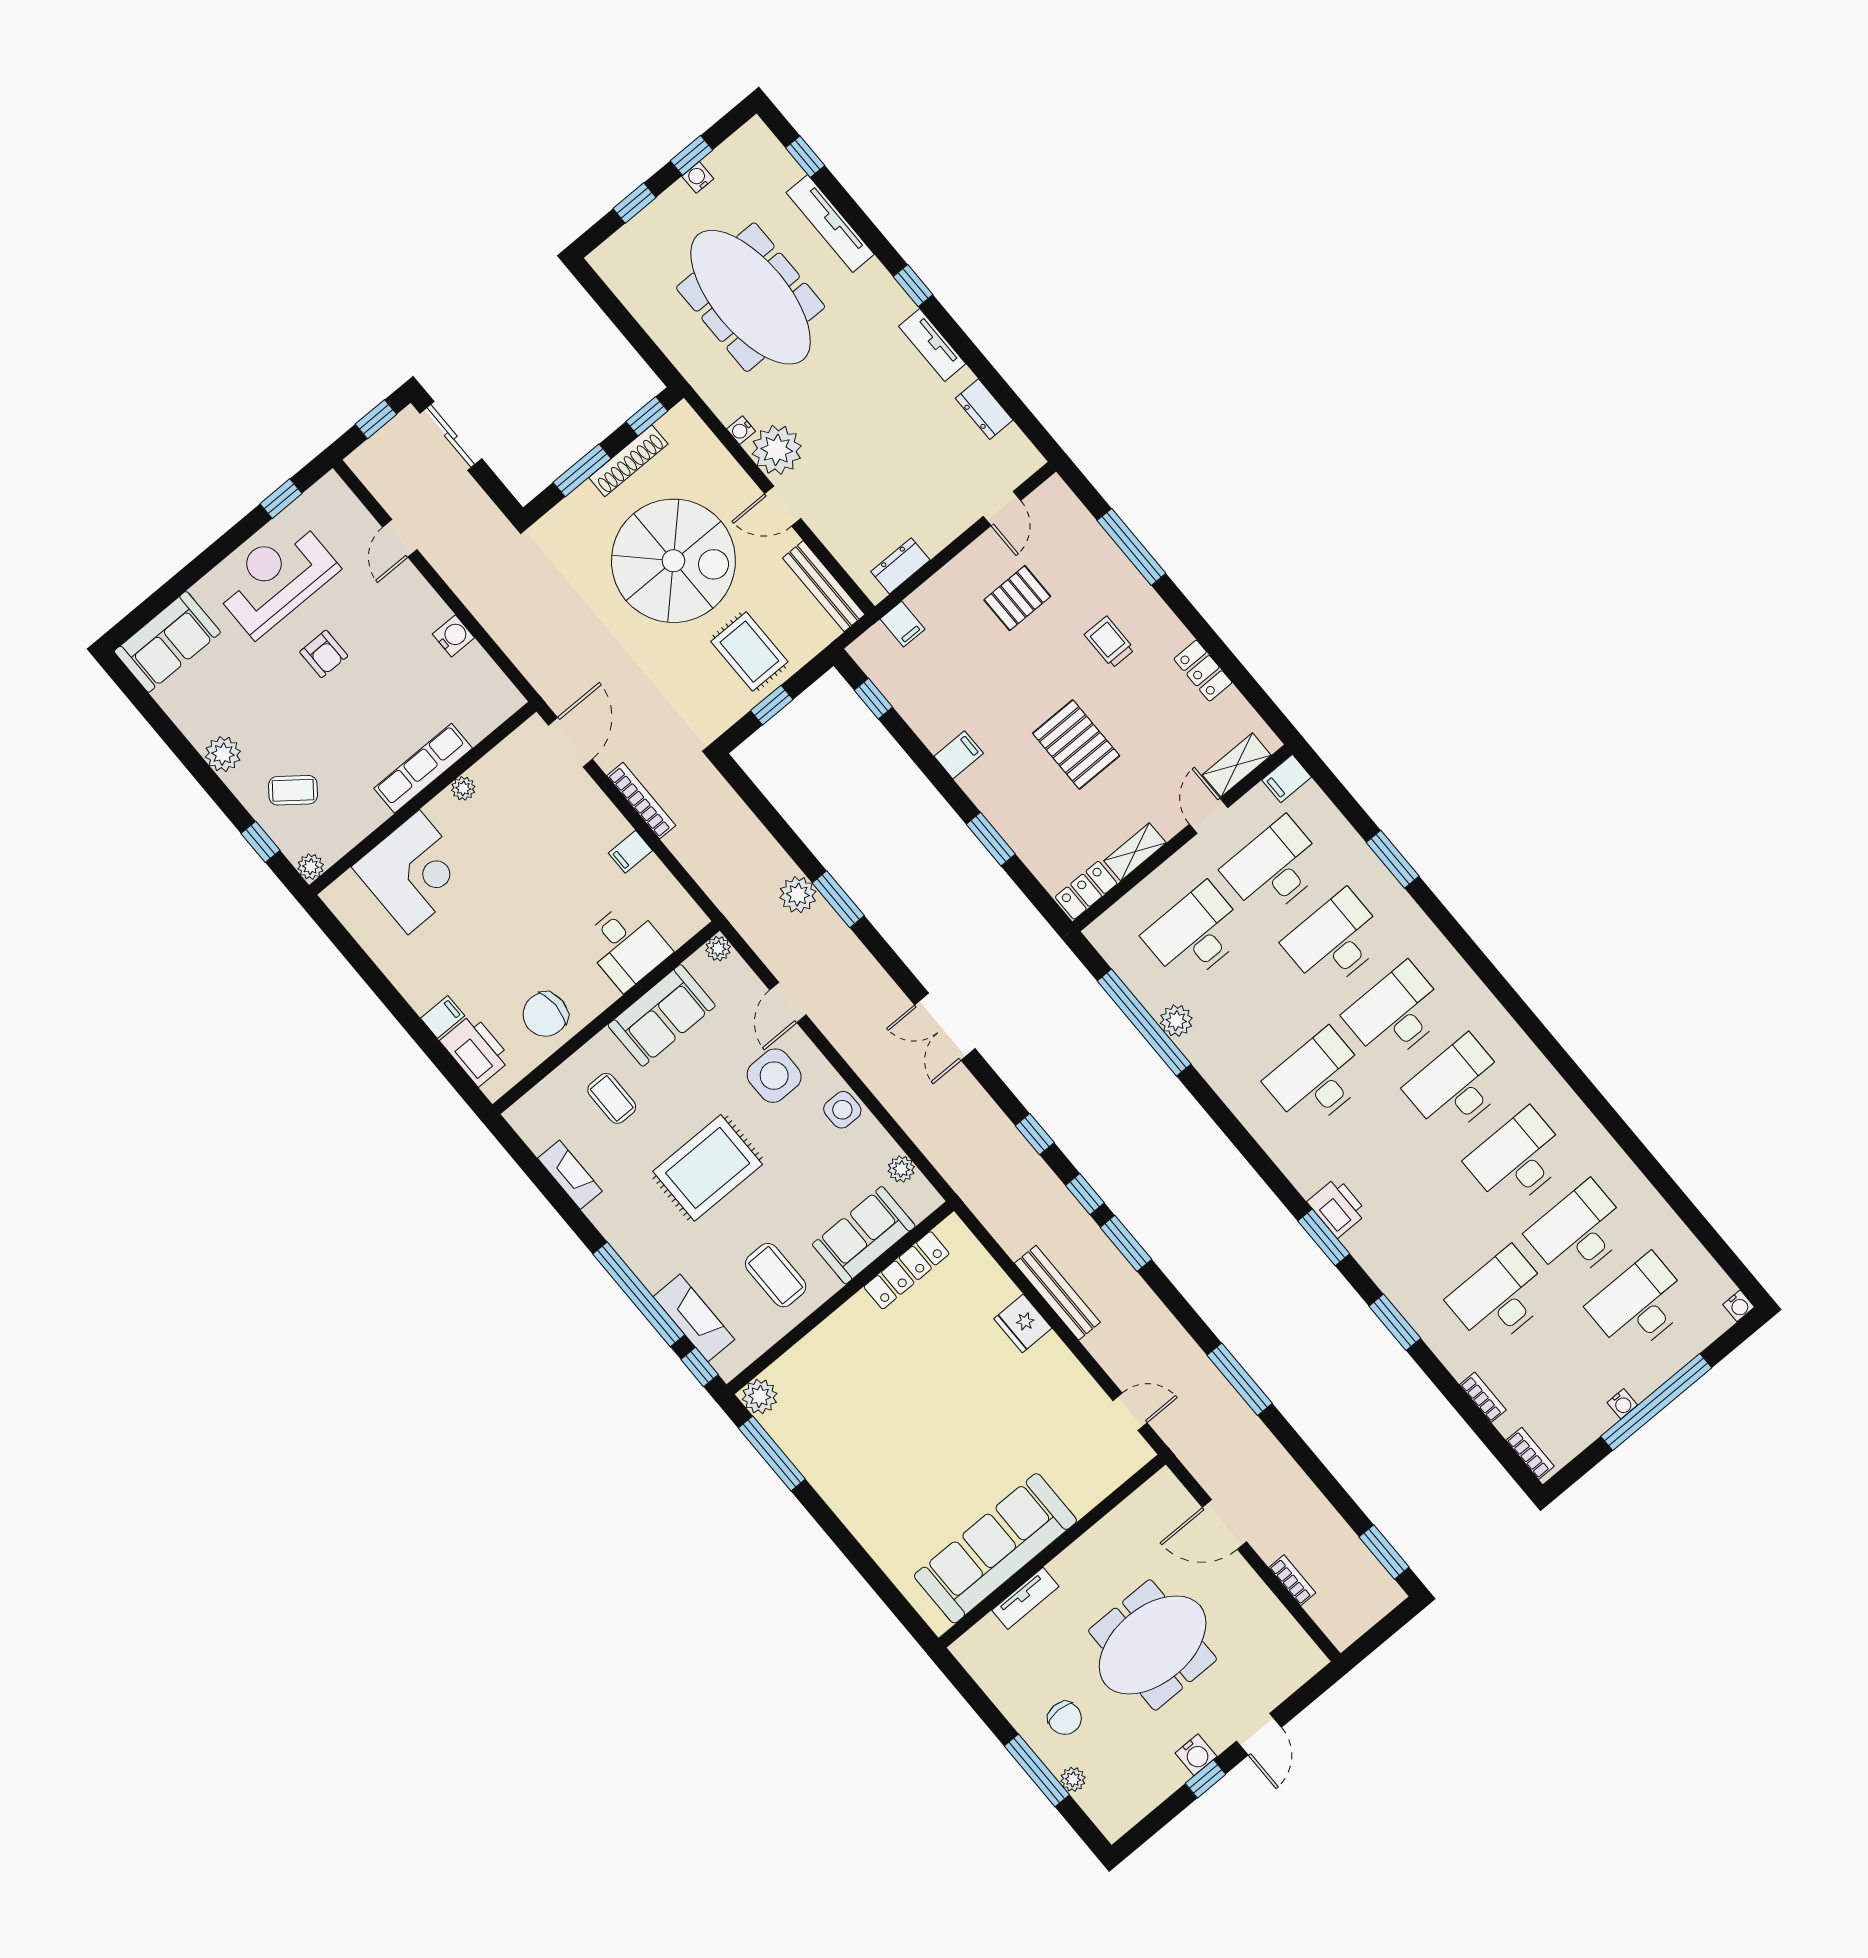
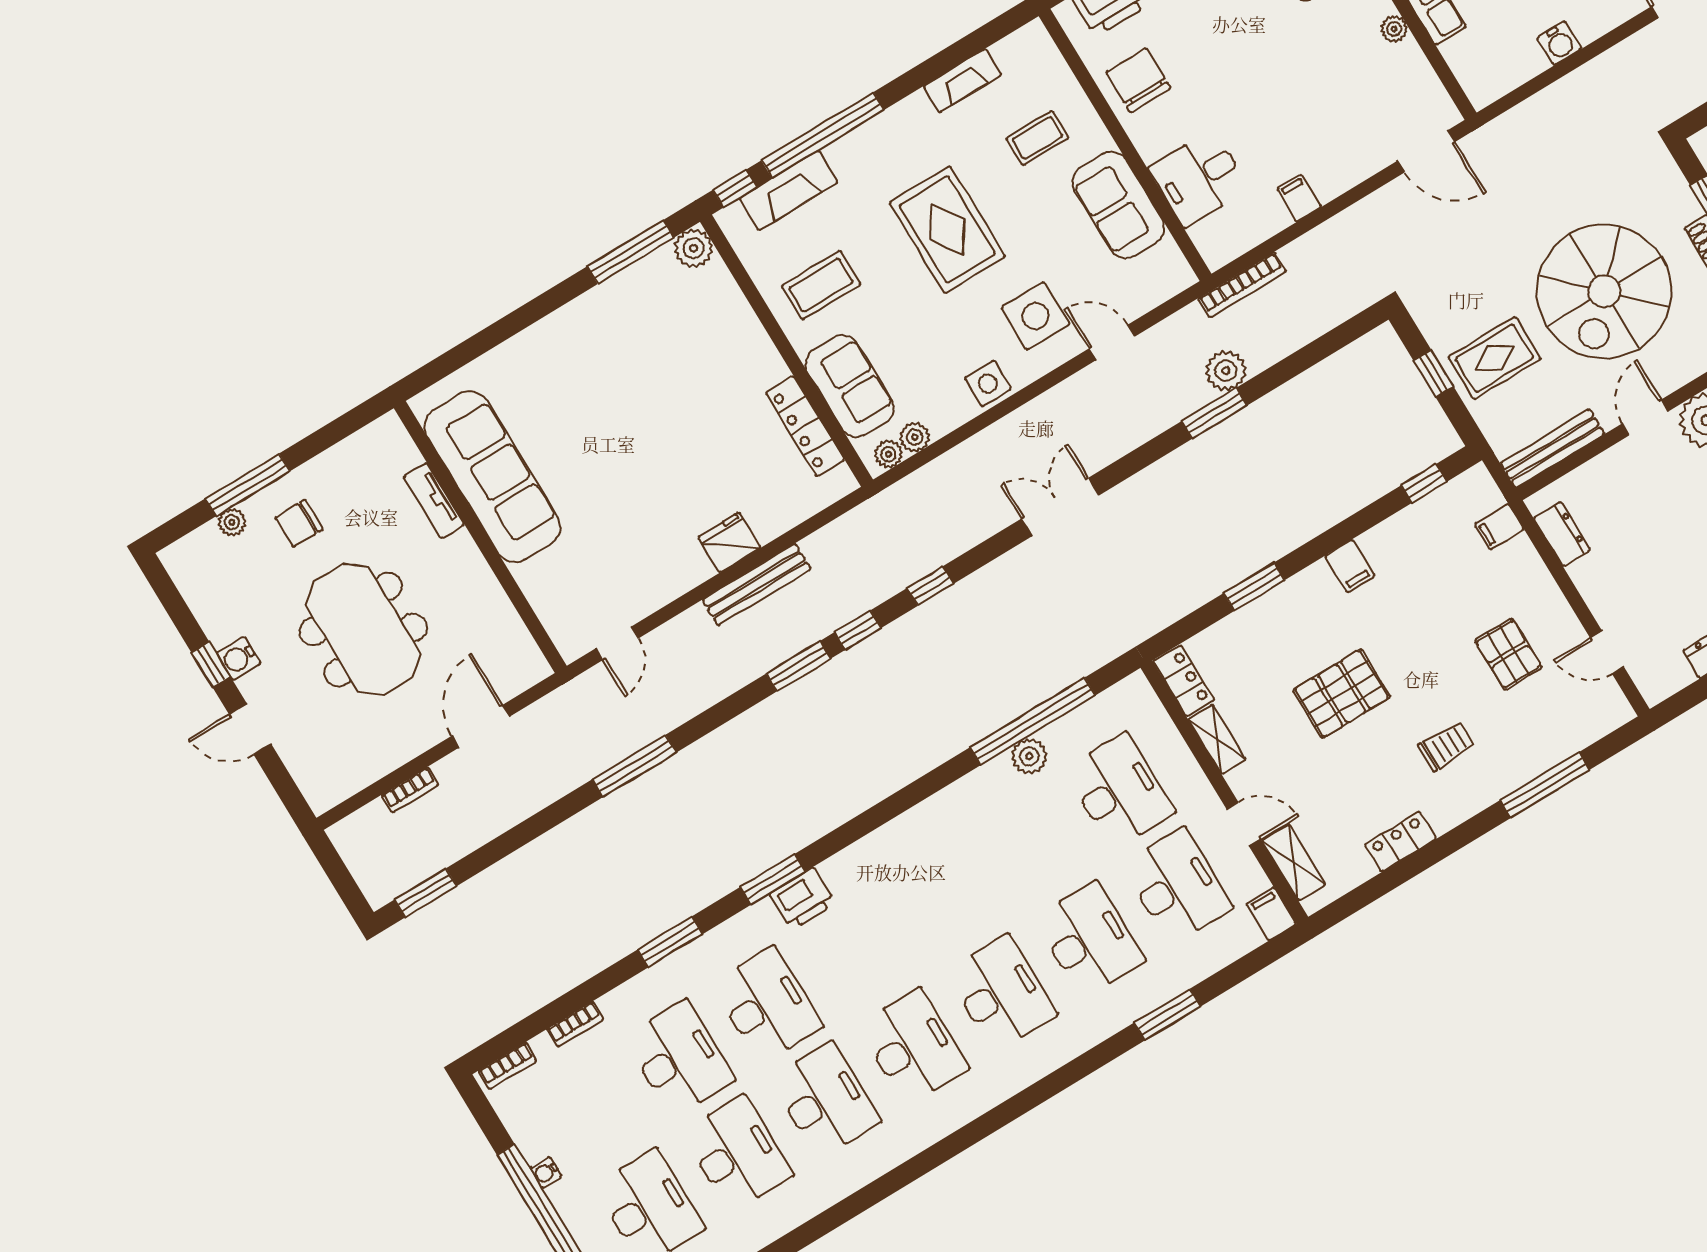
bookcase: (641, 801) -> (1242, 285), moved
plant: (718, 949) -> (888, 454), moved
desk: (1317, 1079) -> (767, 1005), moved

